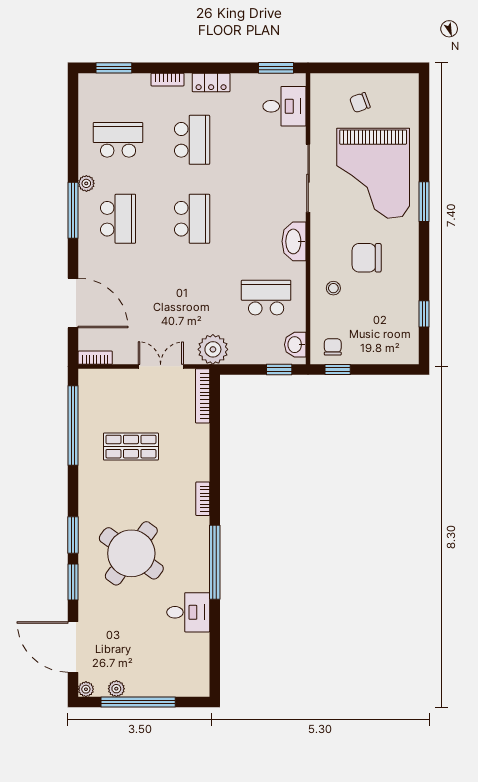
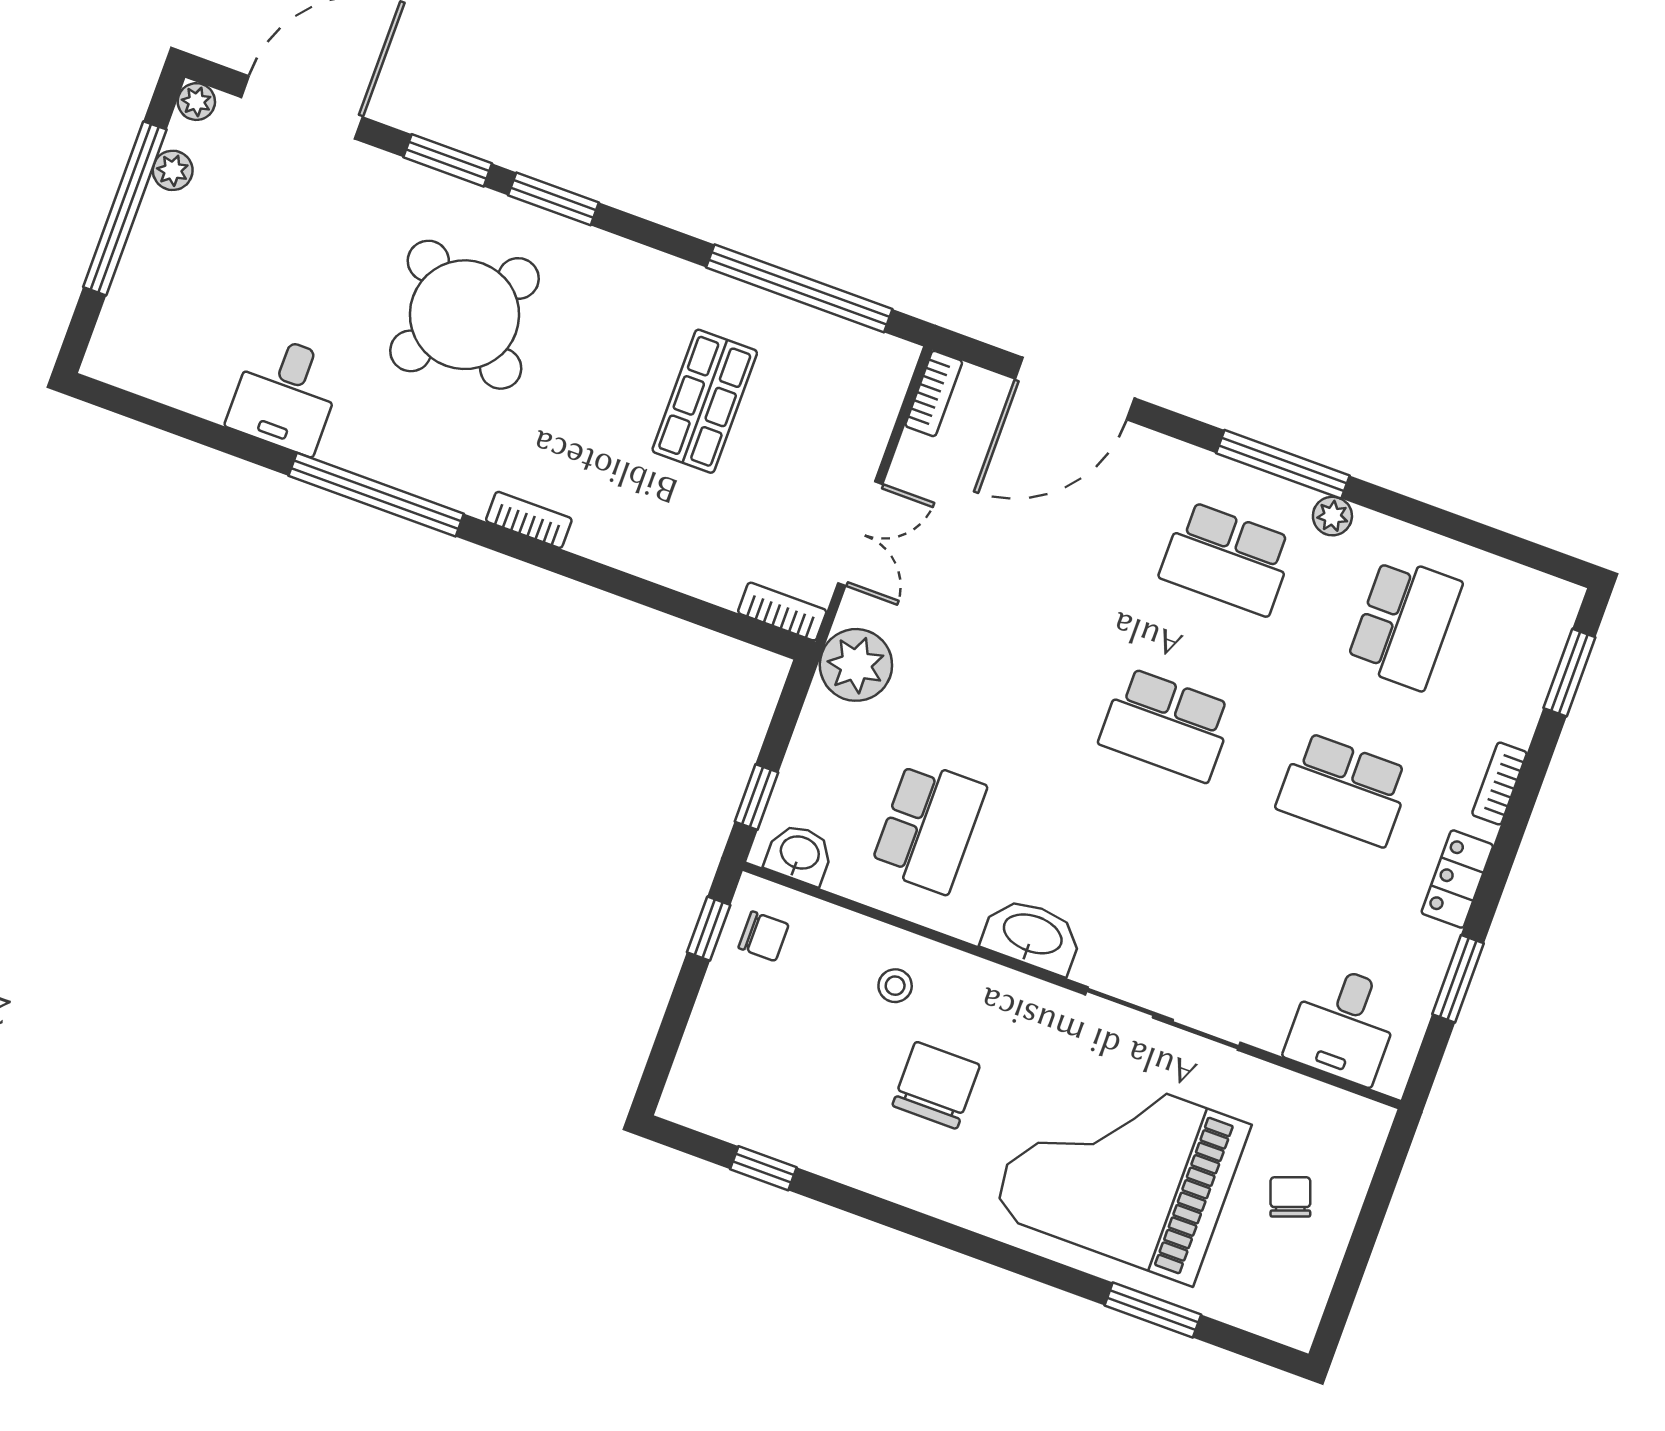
window: (276, 68) -> (1458, 979), moved
window: (424, 202) -> (1153, 1310), moved
bookcase: (203, 396) -> (782, 612), width x0.64

